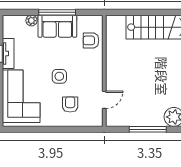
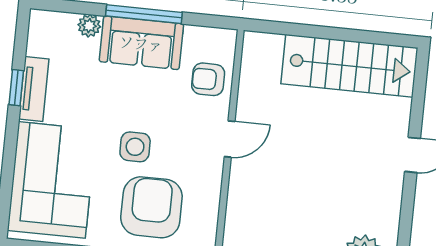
door: (104, 100) -> (230, 139), moved
armchair: (70, 104) -> (151, 207), width x1.88, depth x1.88

